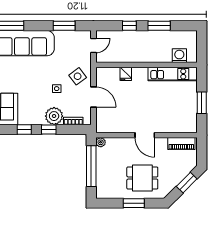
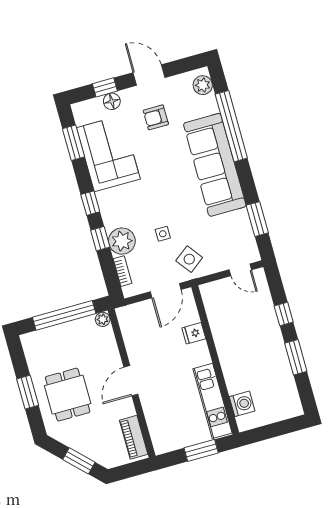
washing machine: (179, 56) -> (242, 404), moved
wall: (146, 65) -> (215, 360), moved
fridge: (126, 74) -> (194, 333), moved
kitchen unit: (172, 74) -> (213, 401), moved

